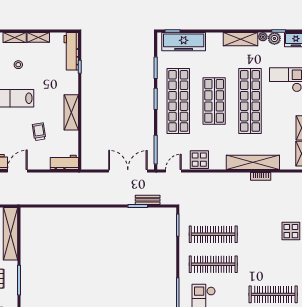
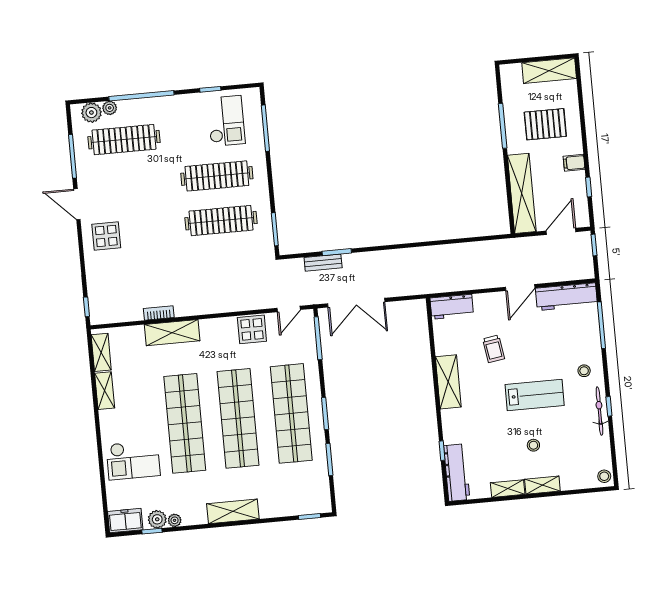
shelving: (240, 39) -> (233, 511), moved
freezer: (184, 42) -> (291, 502), removed
shop shelf: (214, 101) -> (238, 418), width x1.40
shelving: (253, 162) -> (172, 333), width x0.68

